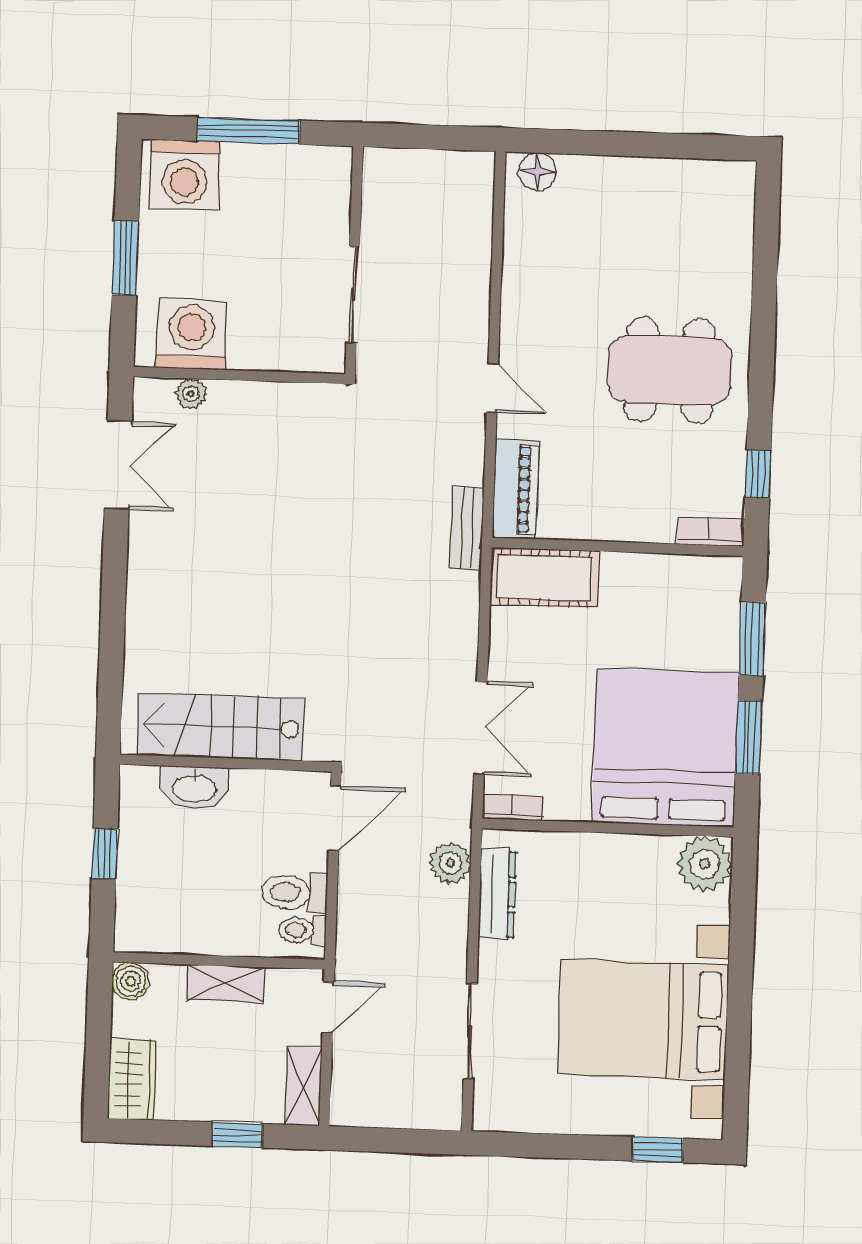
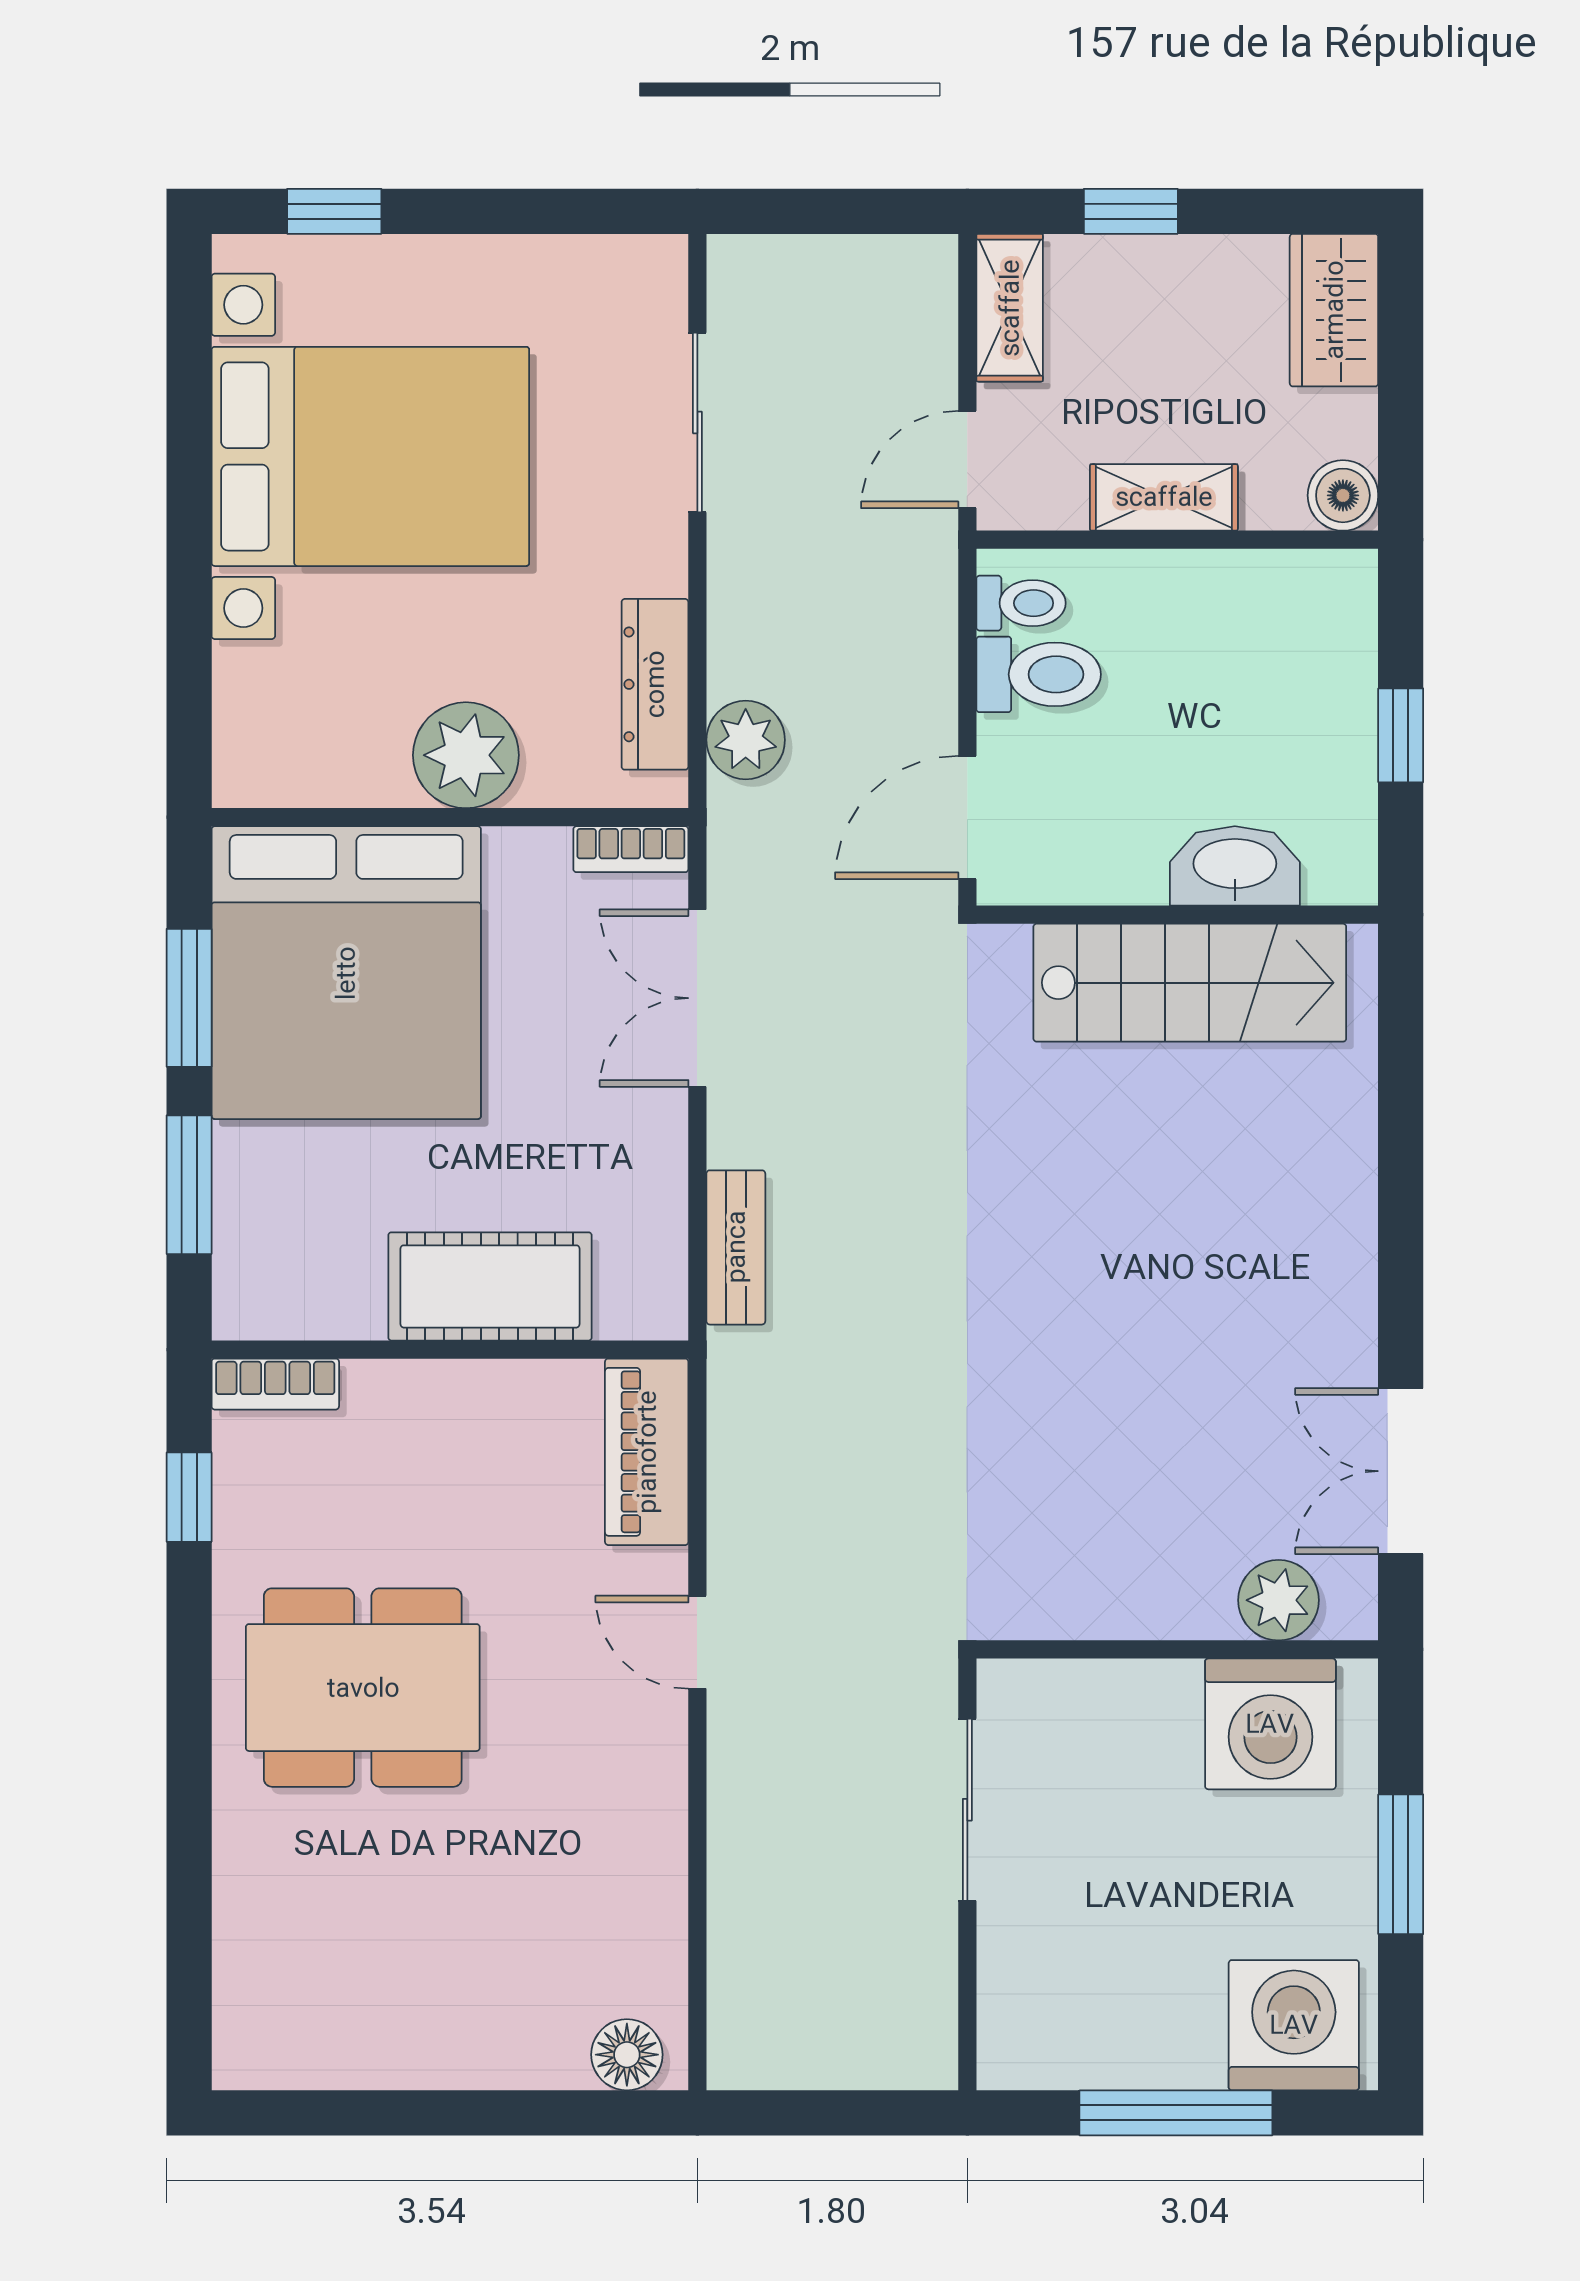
plant: (191, 394) -> (1279, 1600), width x1.38, depth x1.38
bench: (467, 529) -> (736, 1247), moved
cot: (544, 578) -> (490, 1286), moved
plant: (704, 864) -> (466, 755), moved

